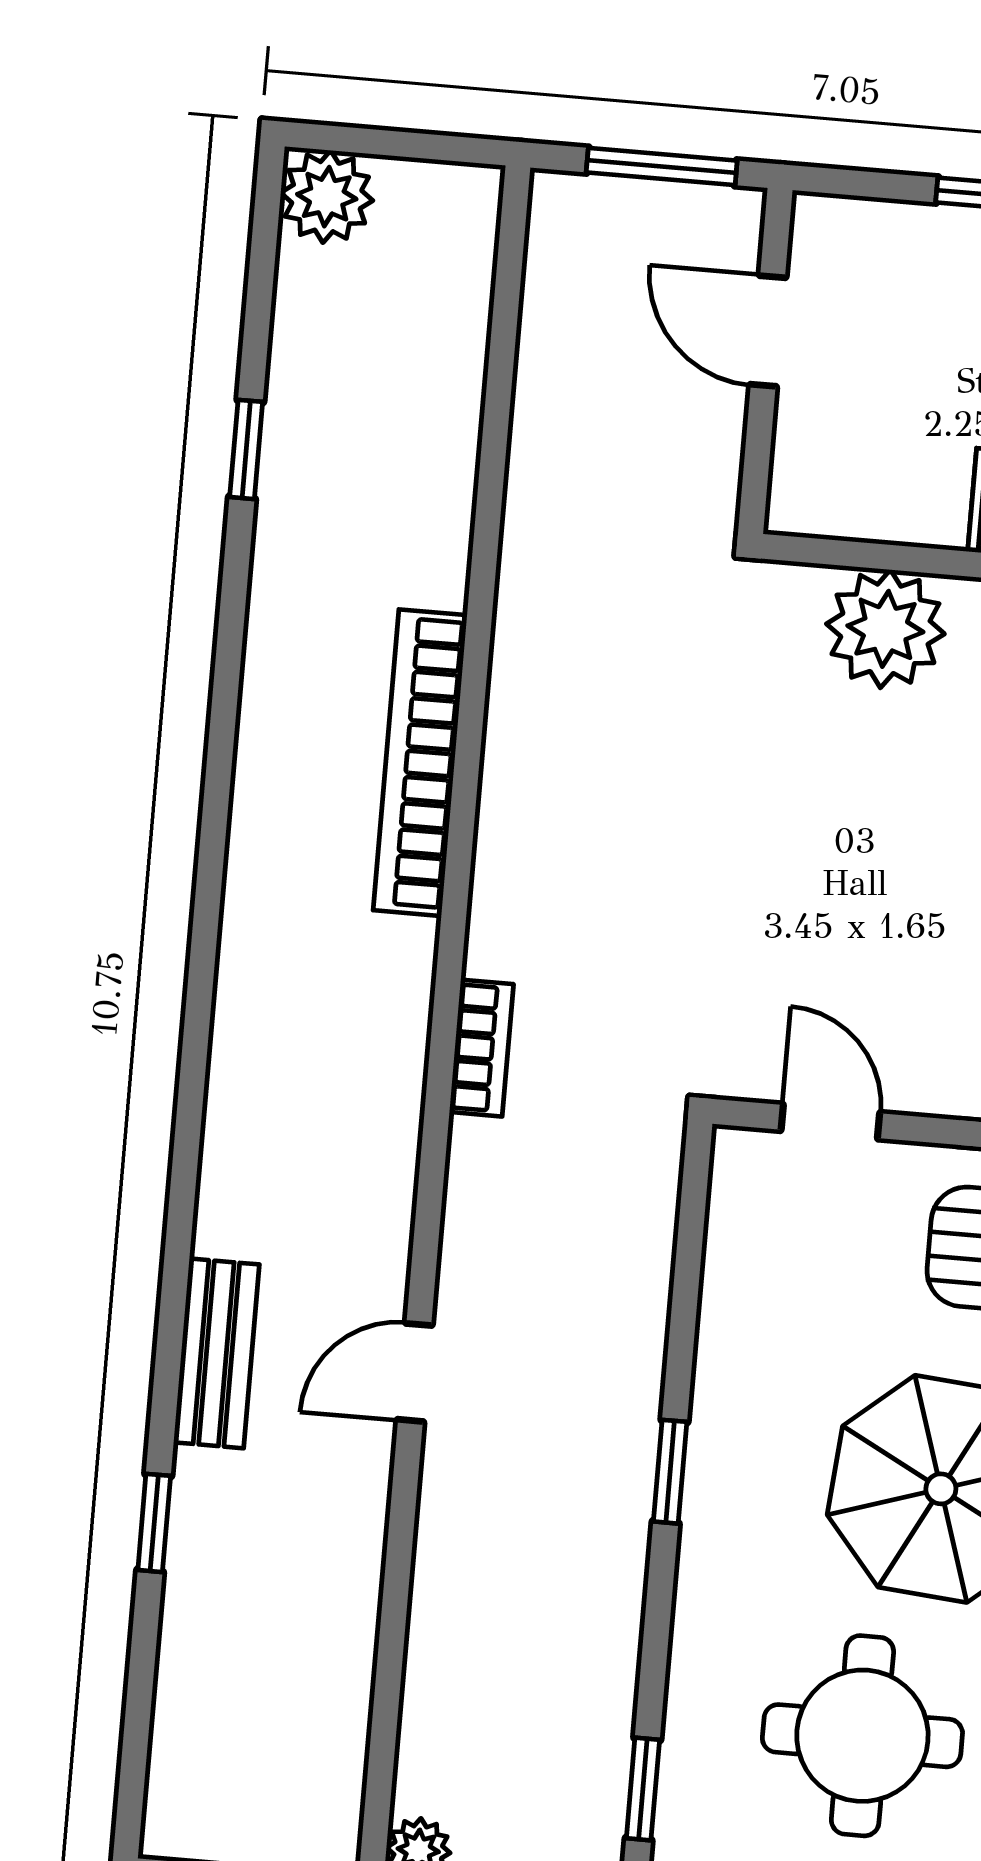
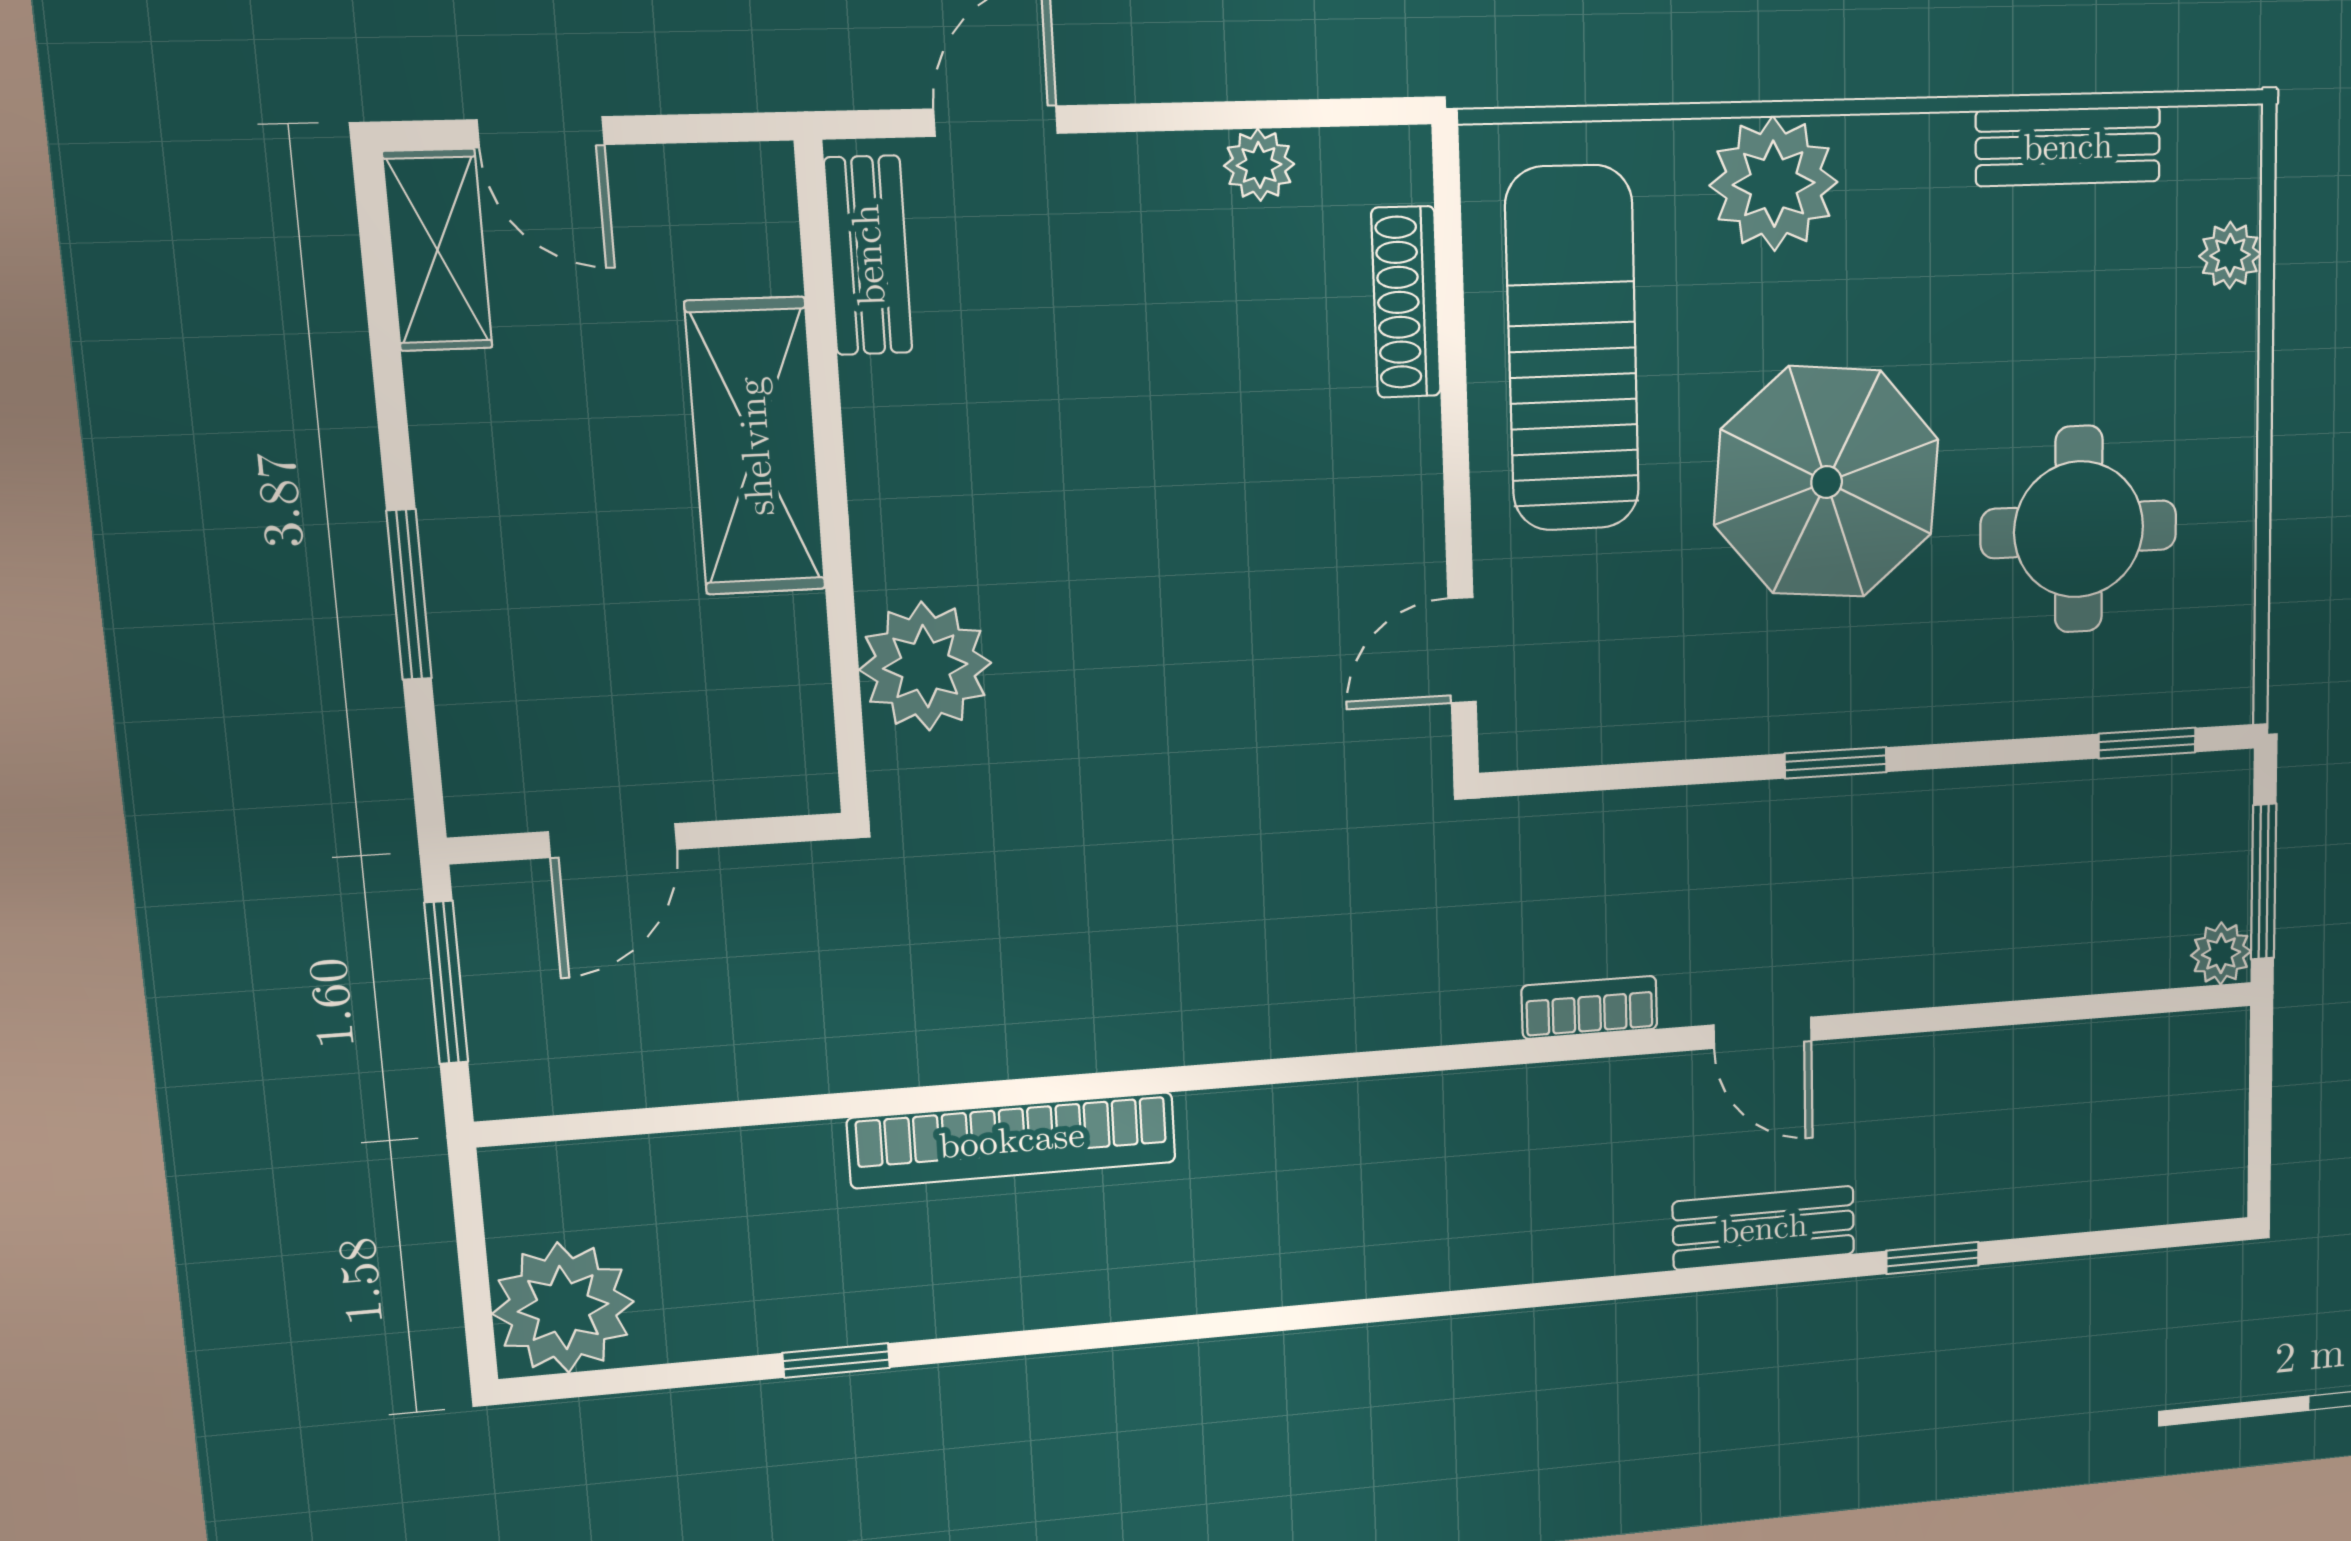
plant: (327, 197) -> (563, 1308), width x1.36, depth x1.36
bookcase: (420, 763) -> (1012, 1140), moved
bookcase: (481, 1048) -> (1589, 1007), moved

